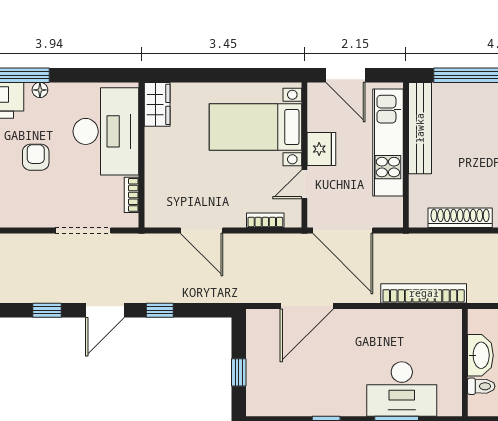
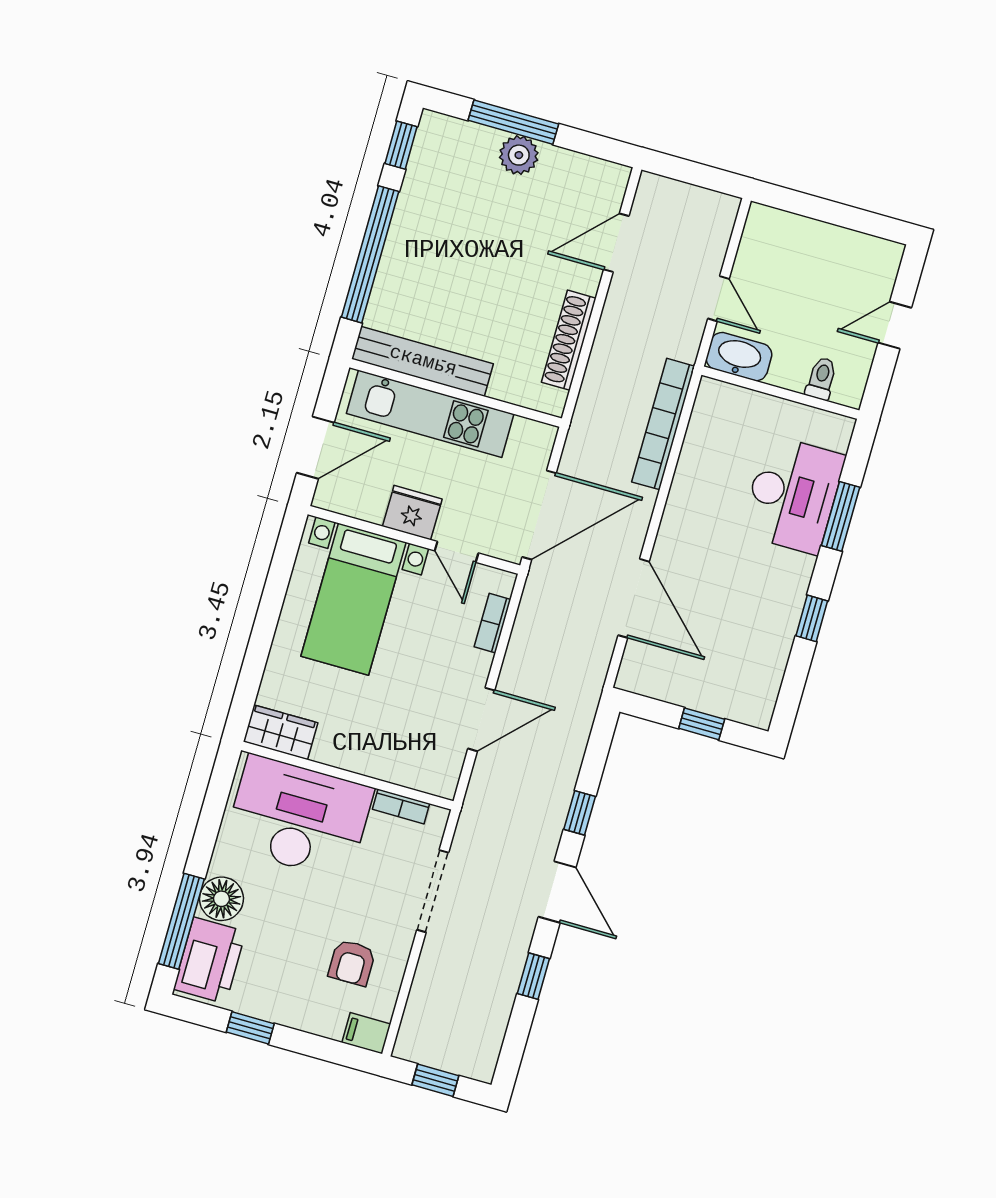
floor lamp: (40, 90) -> (221, 899), width x1.89, depth x1.89
armchair: (36, 157) -> (352, 963), moved, turned -90
washbasin: (480, 355) -> (739, 357), moved

